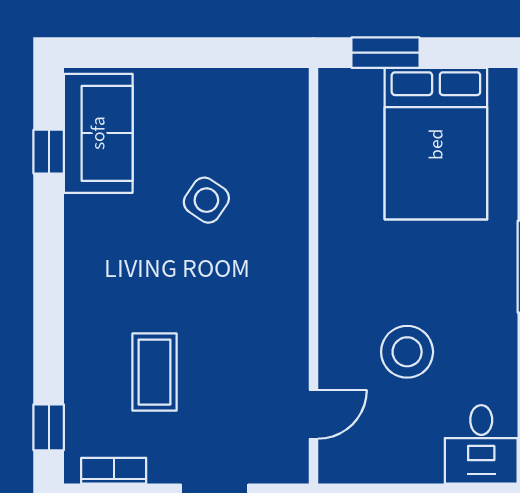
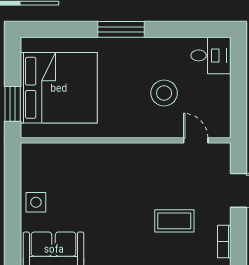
bed: (436, 144) -> (59, 88), width x1.36
side table: (206, 200) -> (36, 202), moved, turned -34

